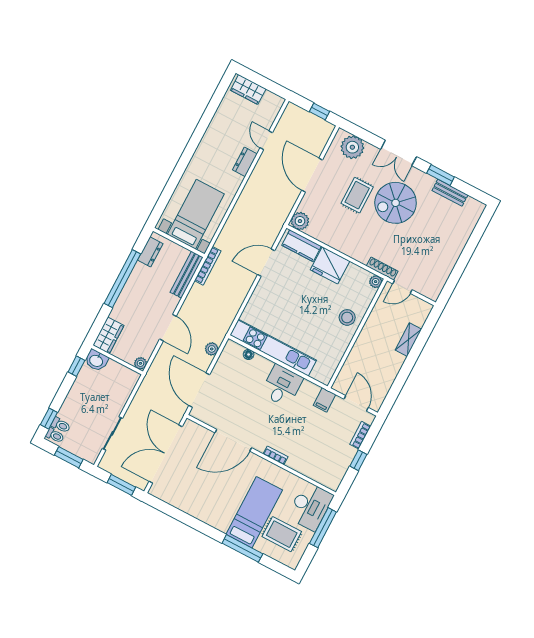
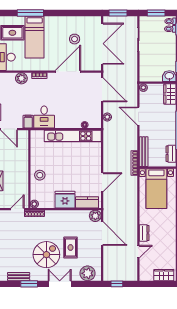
door: (266, 140) -> (138, 252), hinge flipped
door: (312, 175) -> (102, 233), moved
desk: (282, 386) -> (44, 117), moved
plant: (302, 465) -> (21, 78), added
stool: (200, 480) -> (75, 39), added

